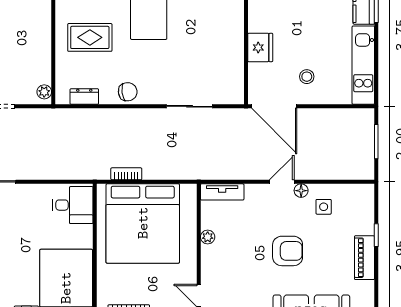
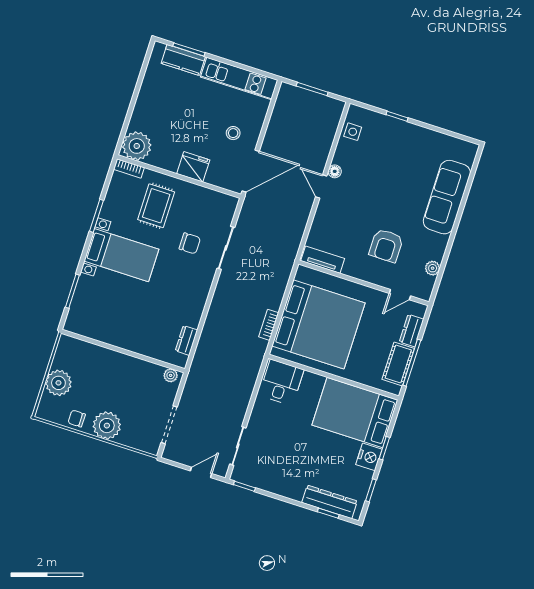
rug: (90, 37) -> (156, 206), moved
chair: (128, 92) -> (190, 243), moved, turned 98
tv unit: (222, 192) -> (323, 260), moved, turned -90
side table: (324, 207) -> (353, 132), moved
plant: (208, 237) -> (350, 270), removed
armchair: (288, 251) -> (386, 246), moved, turned 180
piano: (364, 258) -> (414, 133), removed

